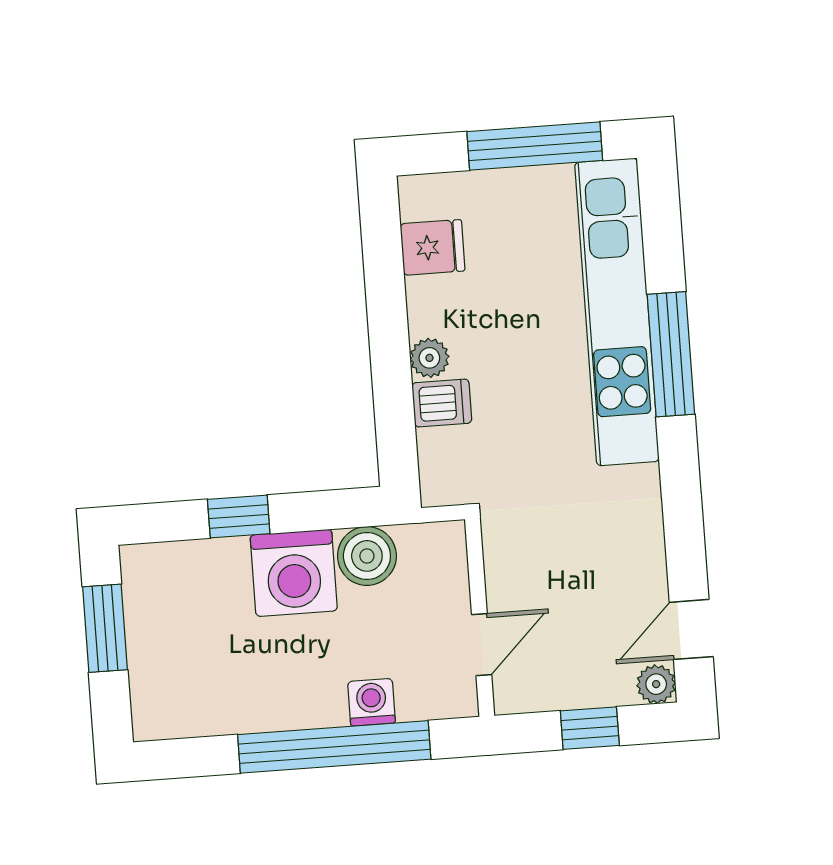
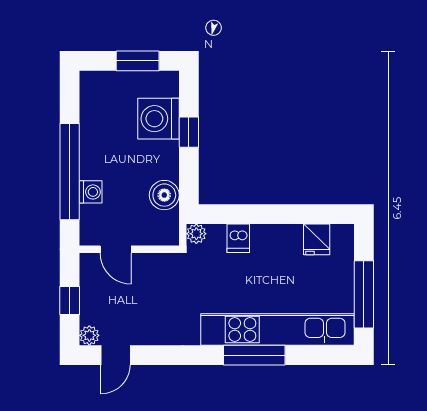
plant: (429, 358) -> (196, 234), moved
washing machine: (294, 573) -> (158, 119), moved
door: (691, 629) -> (115, 355), swing flipped

